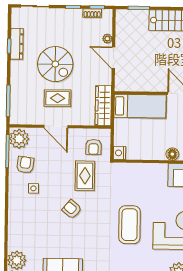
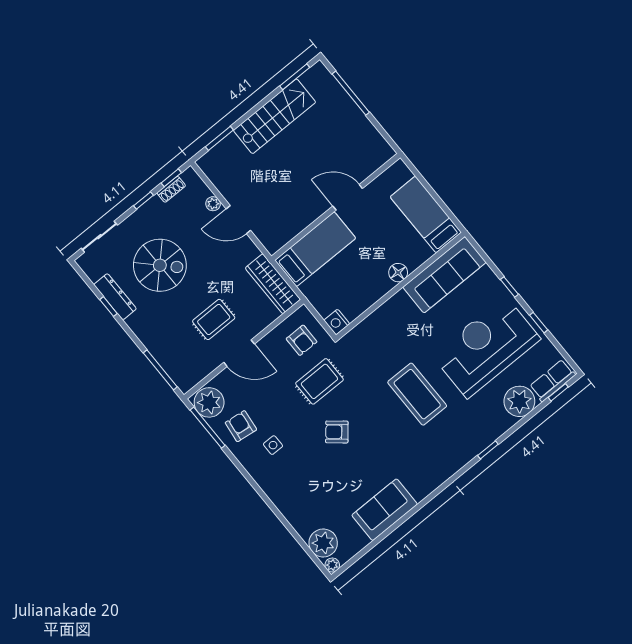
spiral stairs: (55, 64) -> (160, 265), moved
rug: (85, 176) -> (319, 381), turned 90

